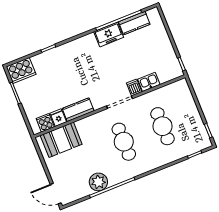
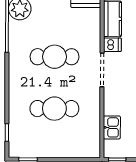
kitchen sink: (149, 82) -> (112, 127), moved
dishwasher: (134, 87) -> (112, 45), moved

